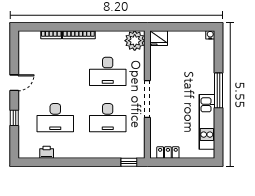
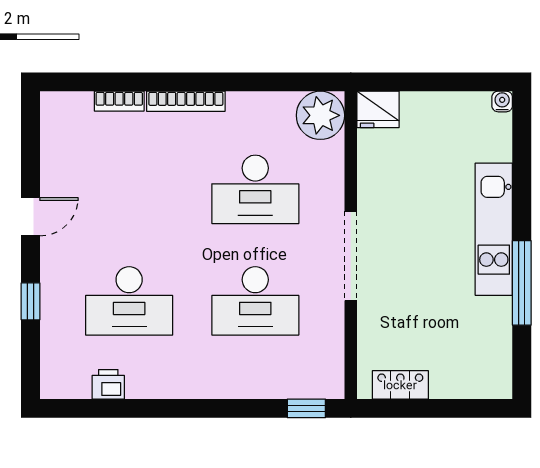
window: (218, 90) -> (522, 283), moved
kitchen unit: (207, 122) -> (494, 229), moved

